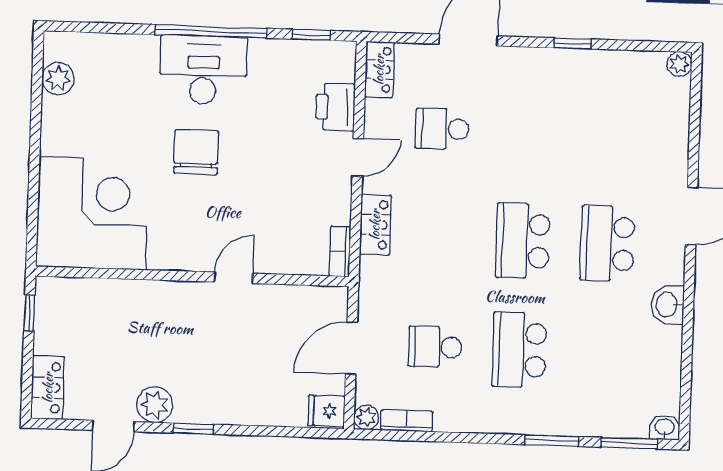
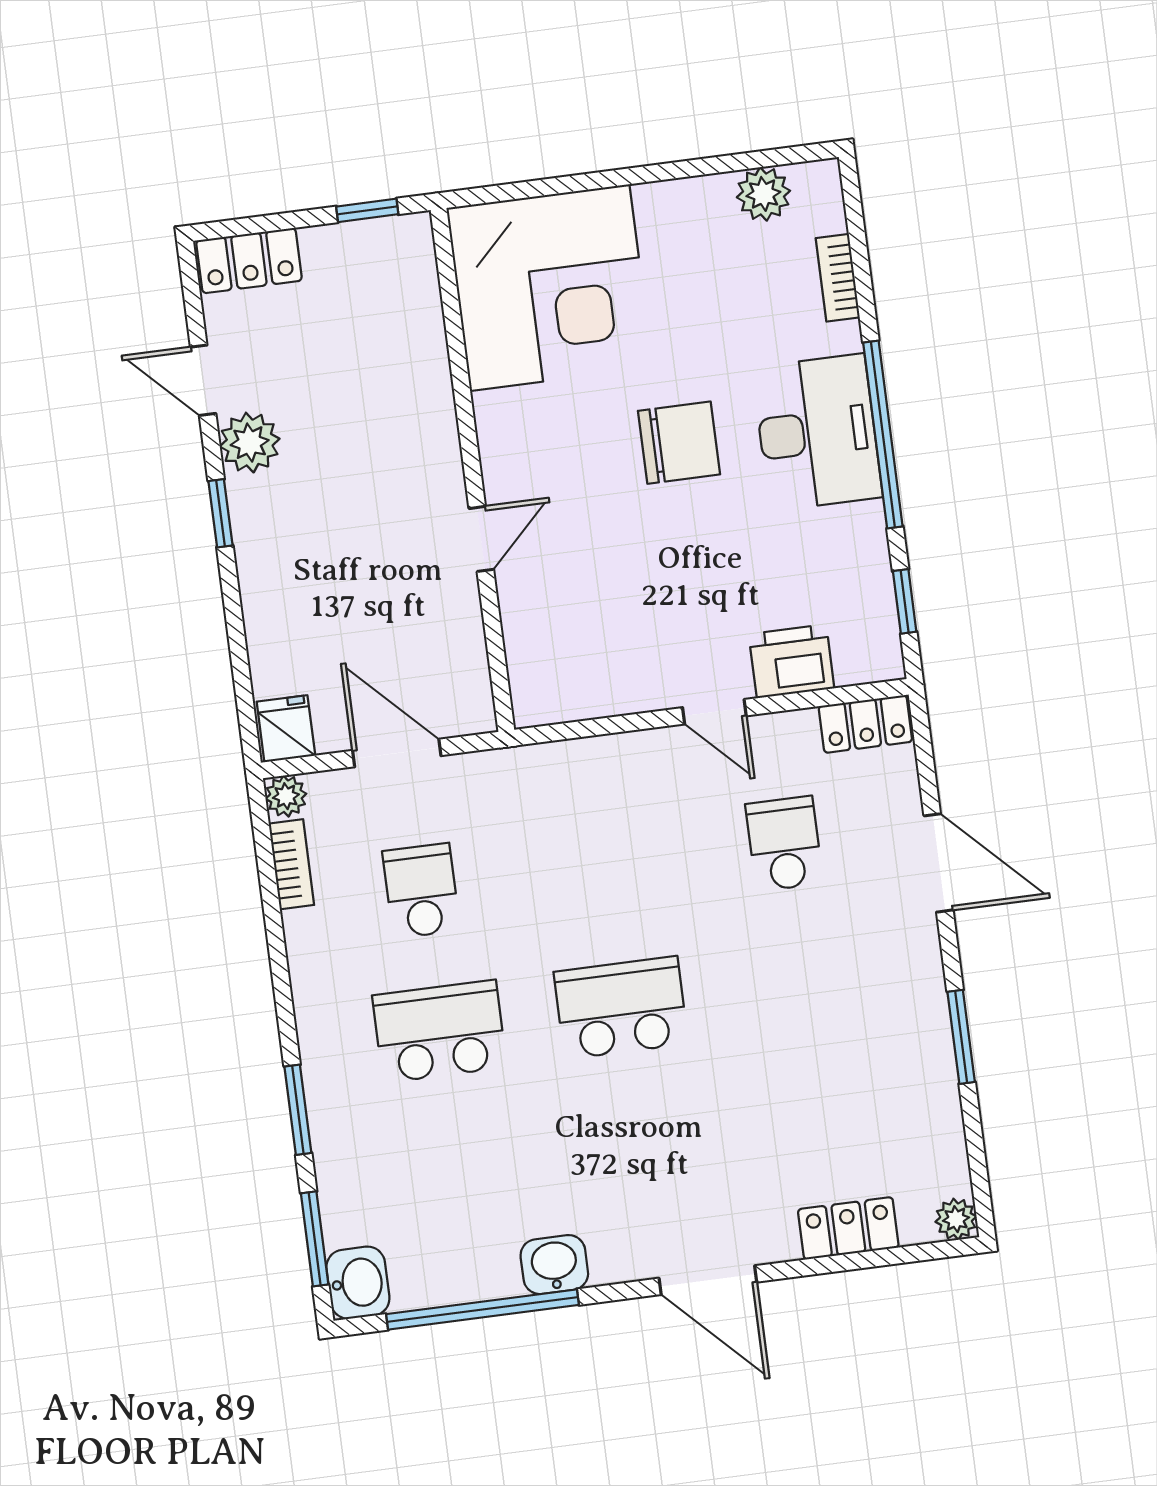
window: (573, 43) -> (961, 1037), width x1.50
locker: (375, 225) -> (848, 1228), moved, turned 180
school desk: (607, 244) -> (639, 1148), removed
bookcase: (340, 252) -> (838, 278), moved, turned -90
door: (234, 278) -> (481, 539), hinge flipped
window: (687, 351) -> (482, 1309), added
washbasin: (665, 428) -> (358, 1283), width x1.38, depth x1.45

